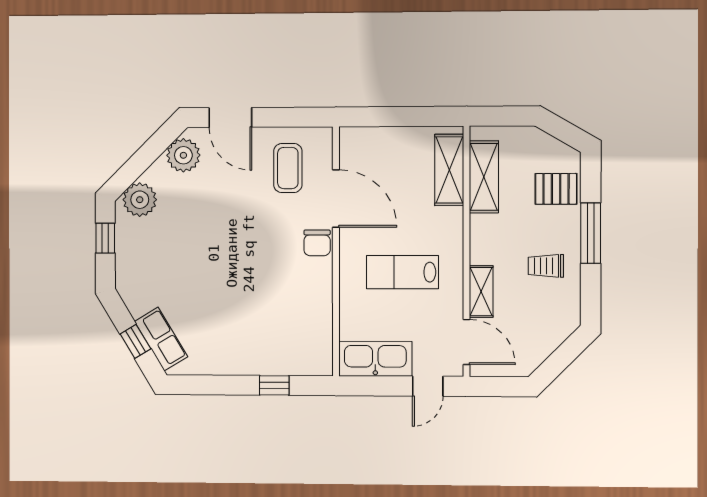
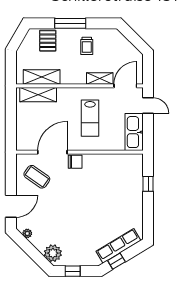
plant: (183, 155) -> (27, 233), width x0.53, depth x0.53
coffee table: (288, 168) -> (37, 177), turned 35
row of seats: (161, 339) -> (118, 246), width x1.48
window: (135, 341) -> (116, 261), moved

